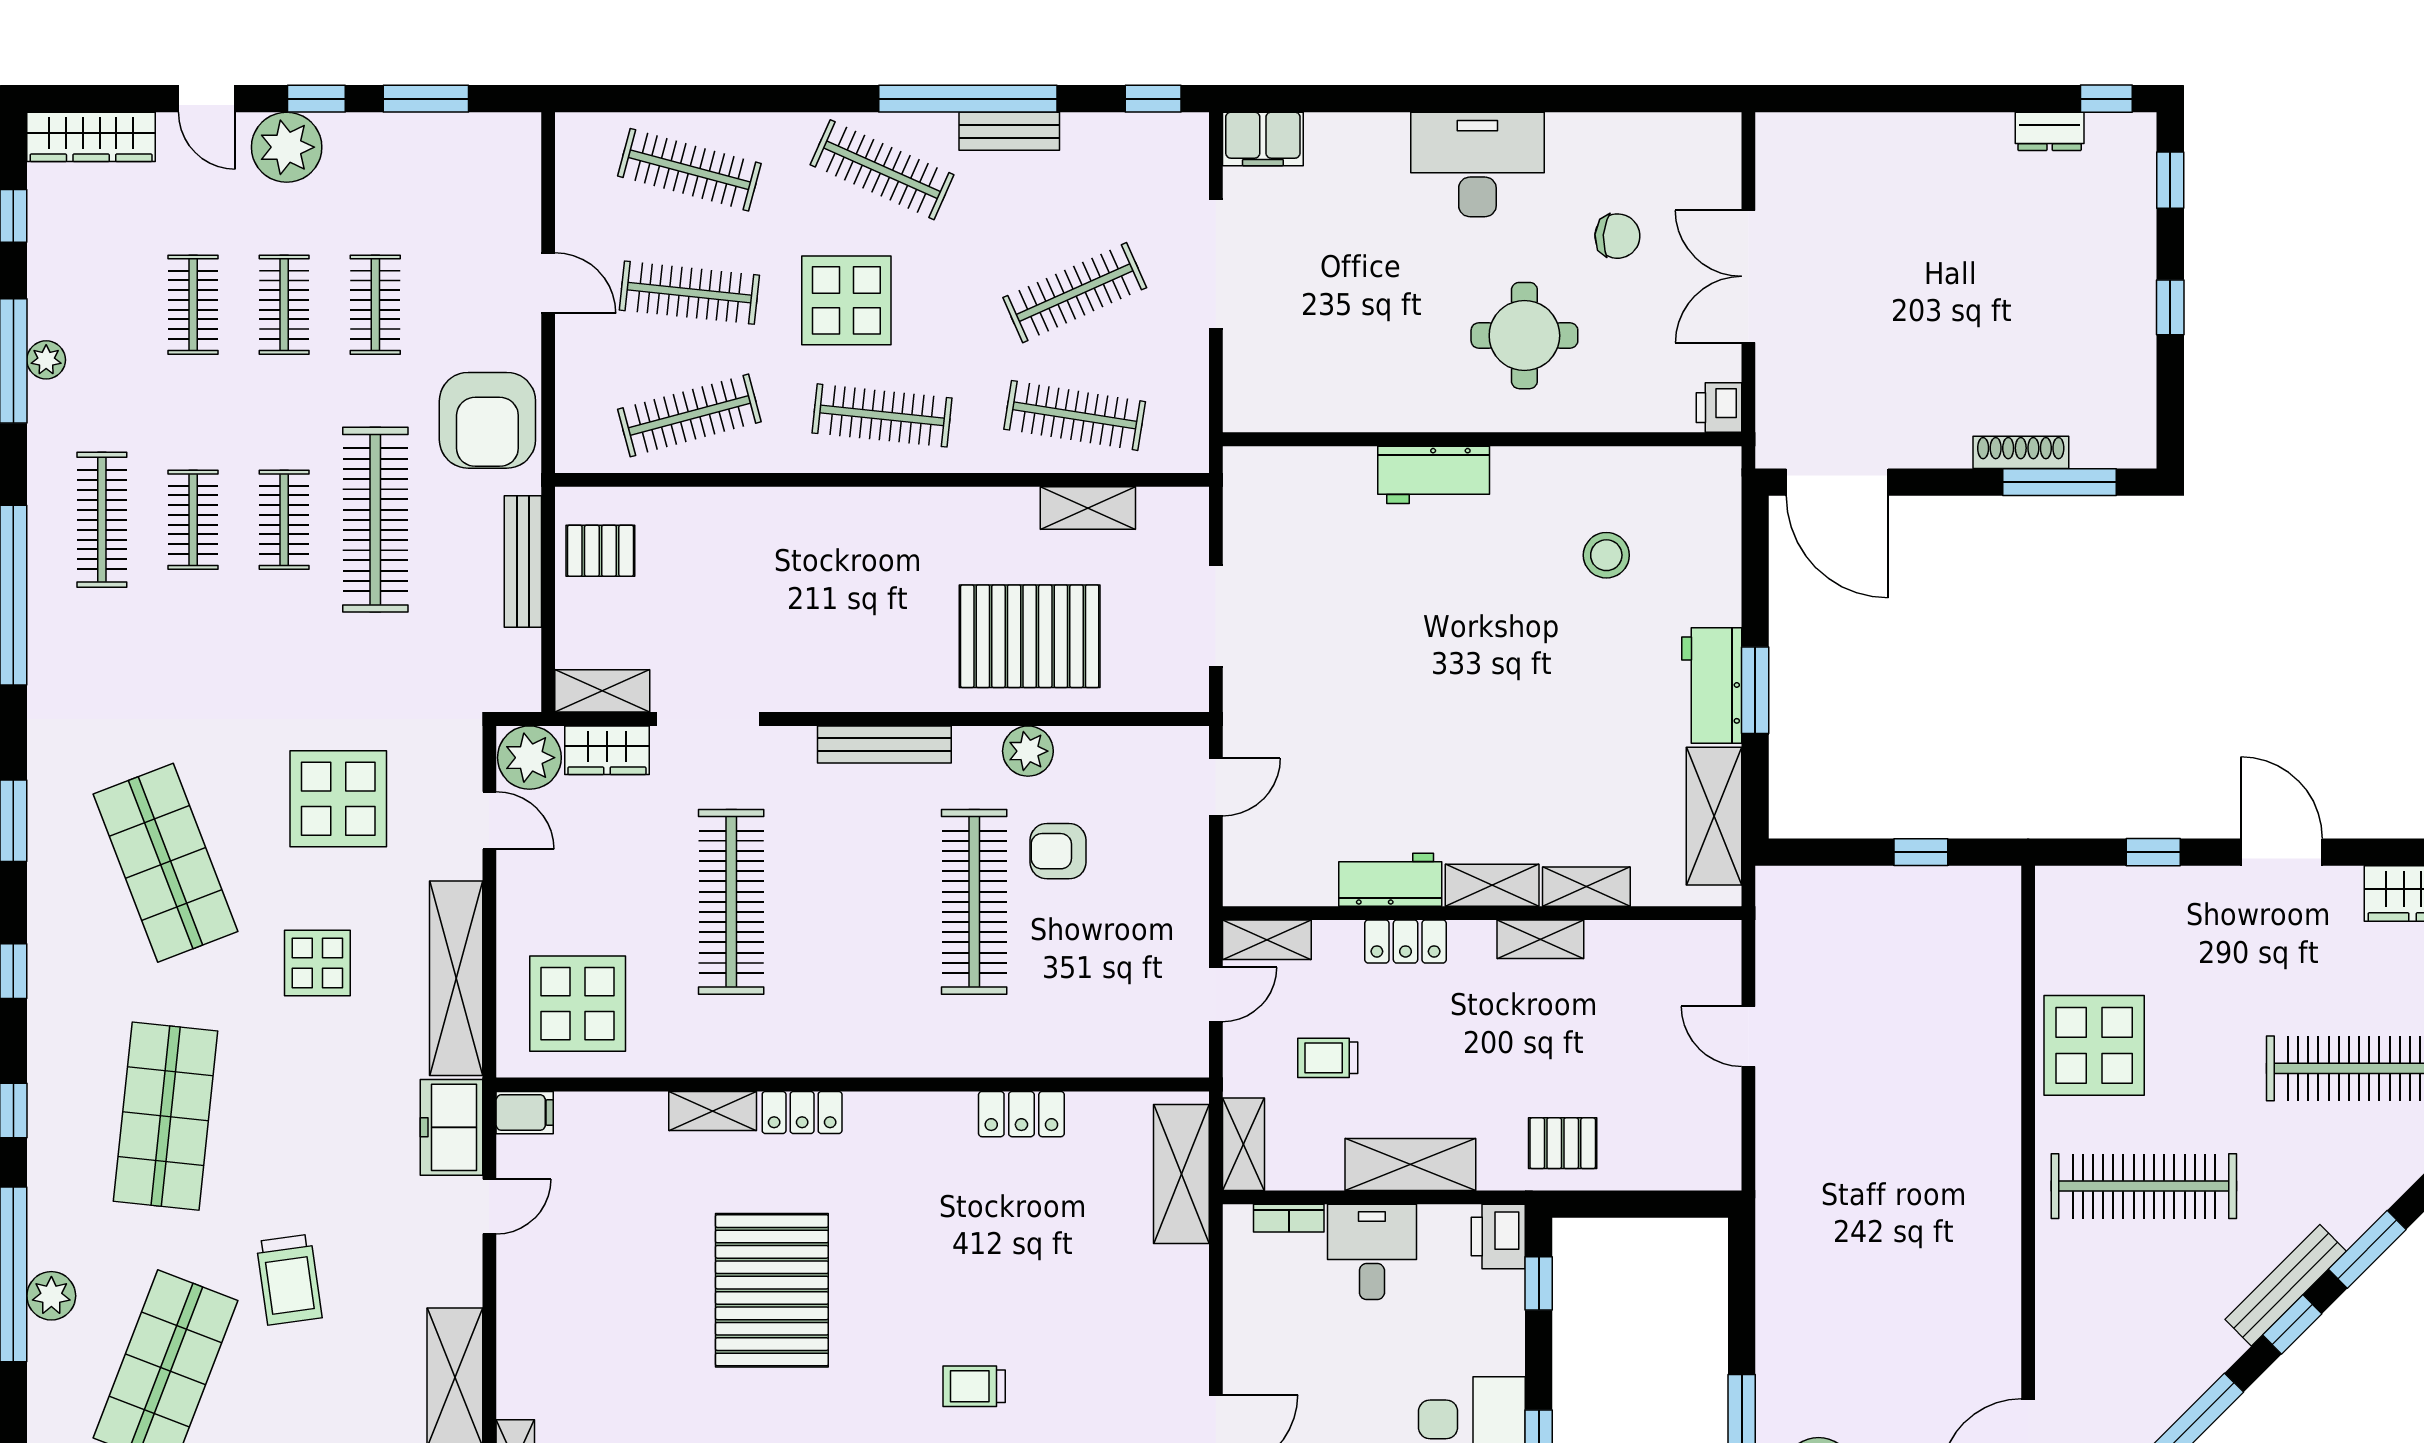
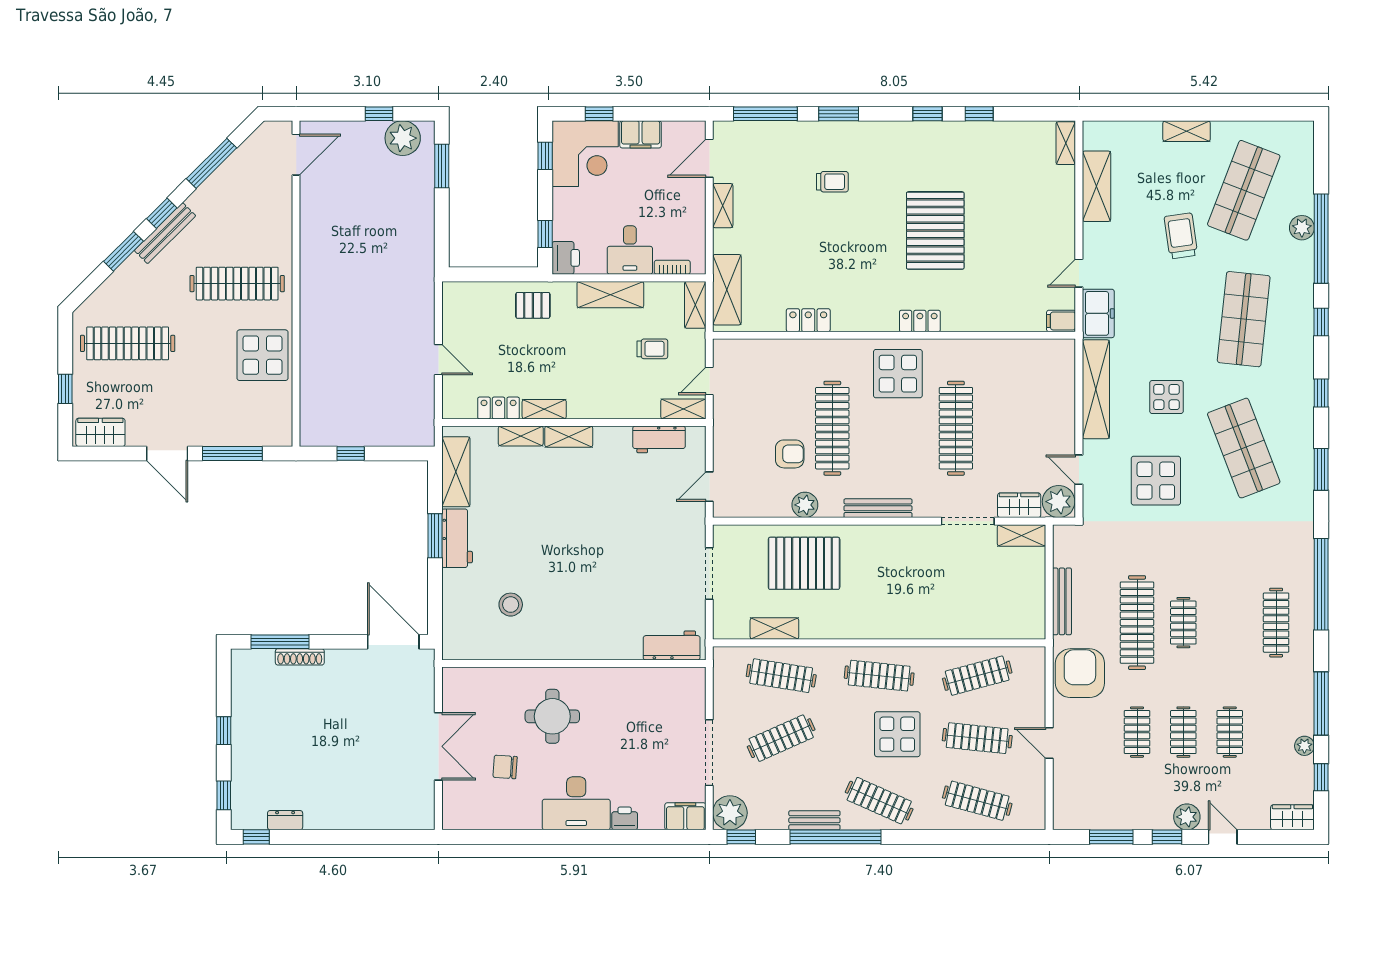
wardrobe: (91, 137) -> (1292, 817), width x0.67
plant: (1175, 146) -> (730, 813), added
plant: (287, 147) -> (1187, 817), width x0.73, depth x0.73
plant: (46, 360) -> (1304, 746), moved
printer: (1719, 408) -> (625, 818), moved, turned -90
workbench: (1434, 475) -> (672, 645), moved
clothes rail: (193, 520) -> (1230, 623), removed
pallet: (600, 551) -> (1022, 607), removed
window: (2153, 852) -> (232, 453), width x2.17
workbench: (1390, 880) -> (659, 439), moved
locker: (1406, 941) -> (499, 408), moved
display table: (578, 1004) -> (898, 374), moved
shelving: (713, 1111) -> (723, 206), moved, turned 90

